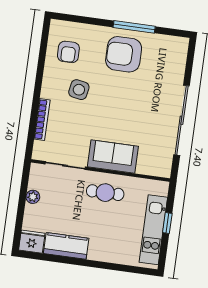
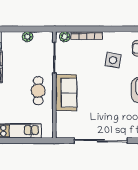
plant: (40, 148) -> (65, 37), added
window: (167, 223) -> (22, 141), removed

